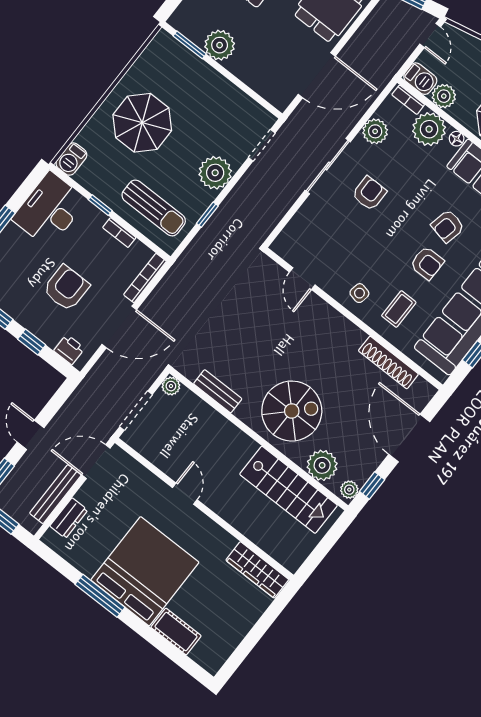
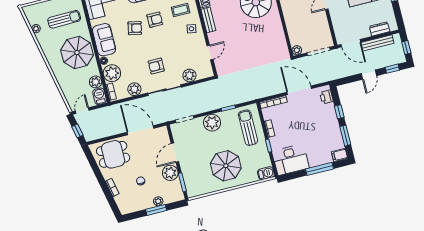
door: (237, 82) -> (175, 153), added
plant: (307, 218) -> (189, 75), added
armchair: (427, 263) -> (155, 20), turned 90
armchair: (66, 288) -> (308, 123), removed
bench: (218, 391) -> (208, 20), moved

